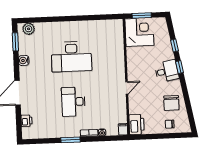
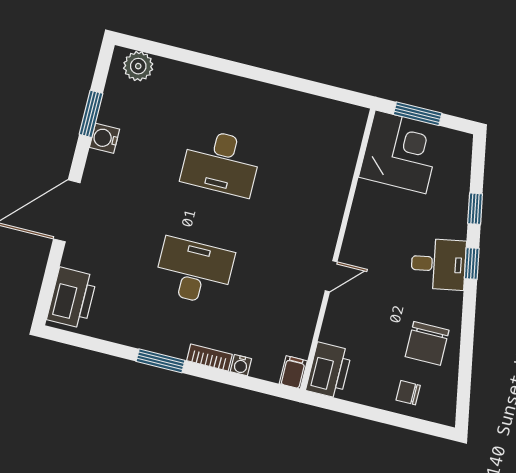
window: (15, 42) -> (91, 114), moved
desk: (71, 57) -> (221, 163), width x0.73, depth x0.77
desk: (73, 102) -> (194, 271), turned 90
printer: (27, 121) -> (72, 298), width x1.87, depth x1.48

